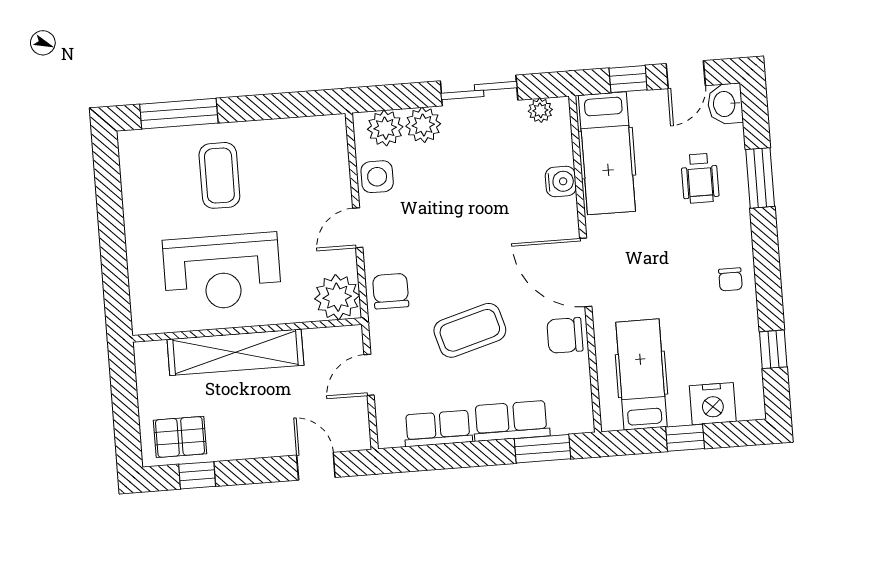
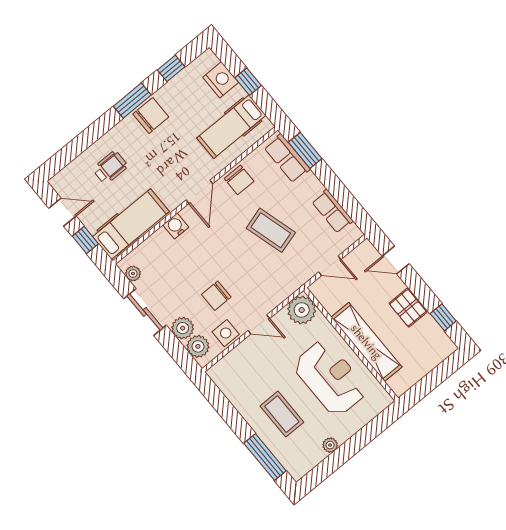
washbasin: (725, 104) -> (63, 181), removed
coffee table: (219, 175) -> (282, 414), turned 90
window: (760, 178) -> (132, 101), moved
water cooler: (561, 181) -> (176, 226), moved
plant: (134, 210) -> (330, 445), added
door: (586, 272) -> (199, 192), width x0.73
chair: (730, 279) -> (151, 115), width x1.87, depth x1.87
chair: (391, 291) -> (216, 296), moved
row of seats: (511, 421) -> (287, 158), moved
pallet: (180, 437) -> (408, 308), moved
door: (316, 466) -> (396, 260), hinge flipped

